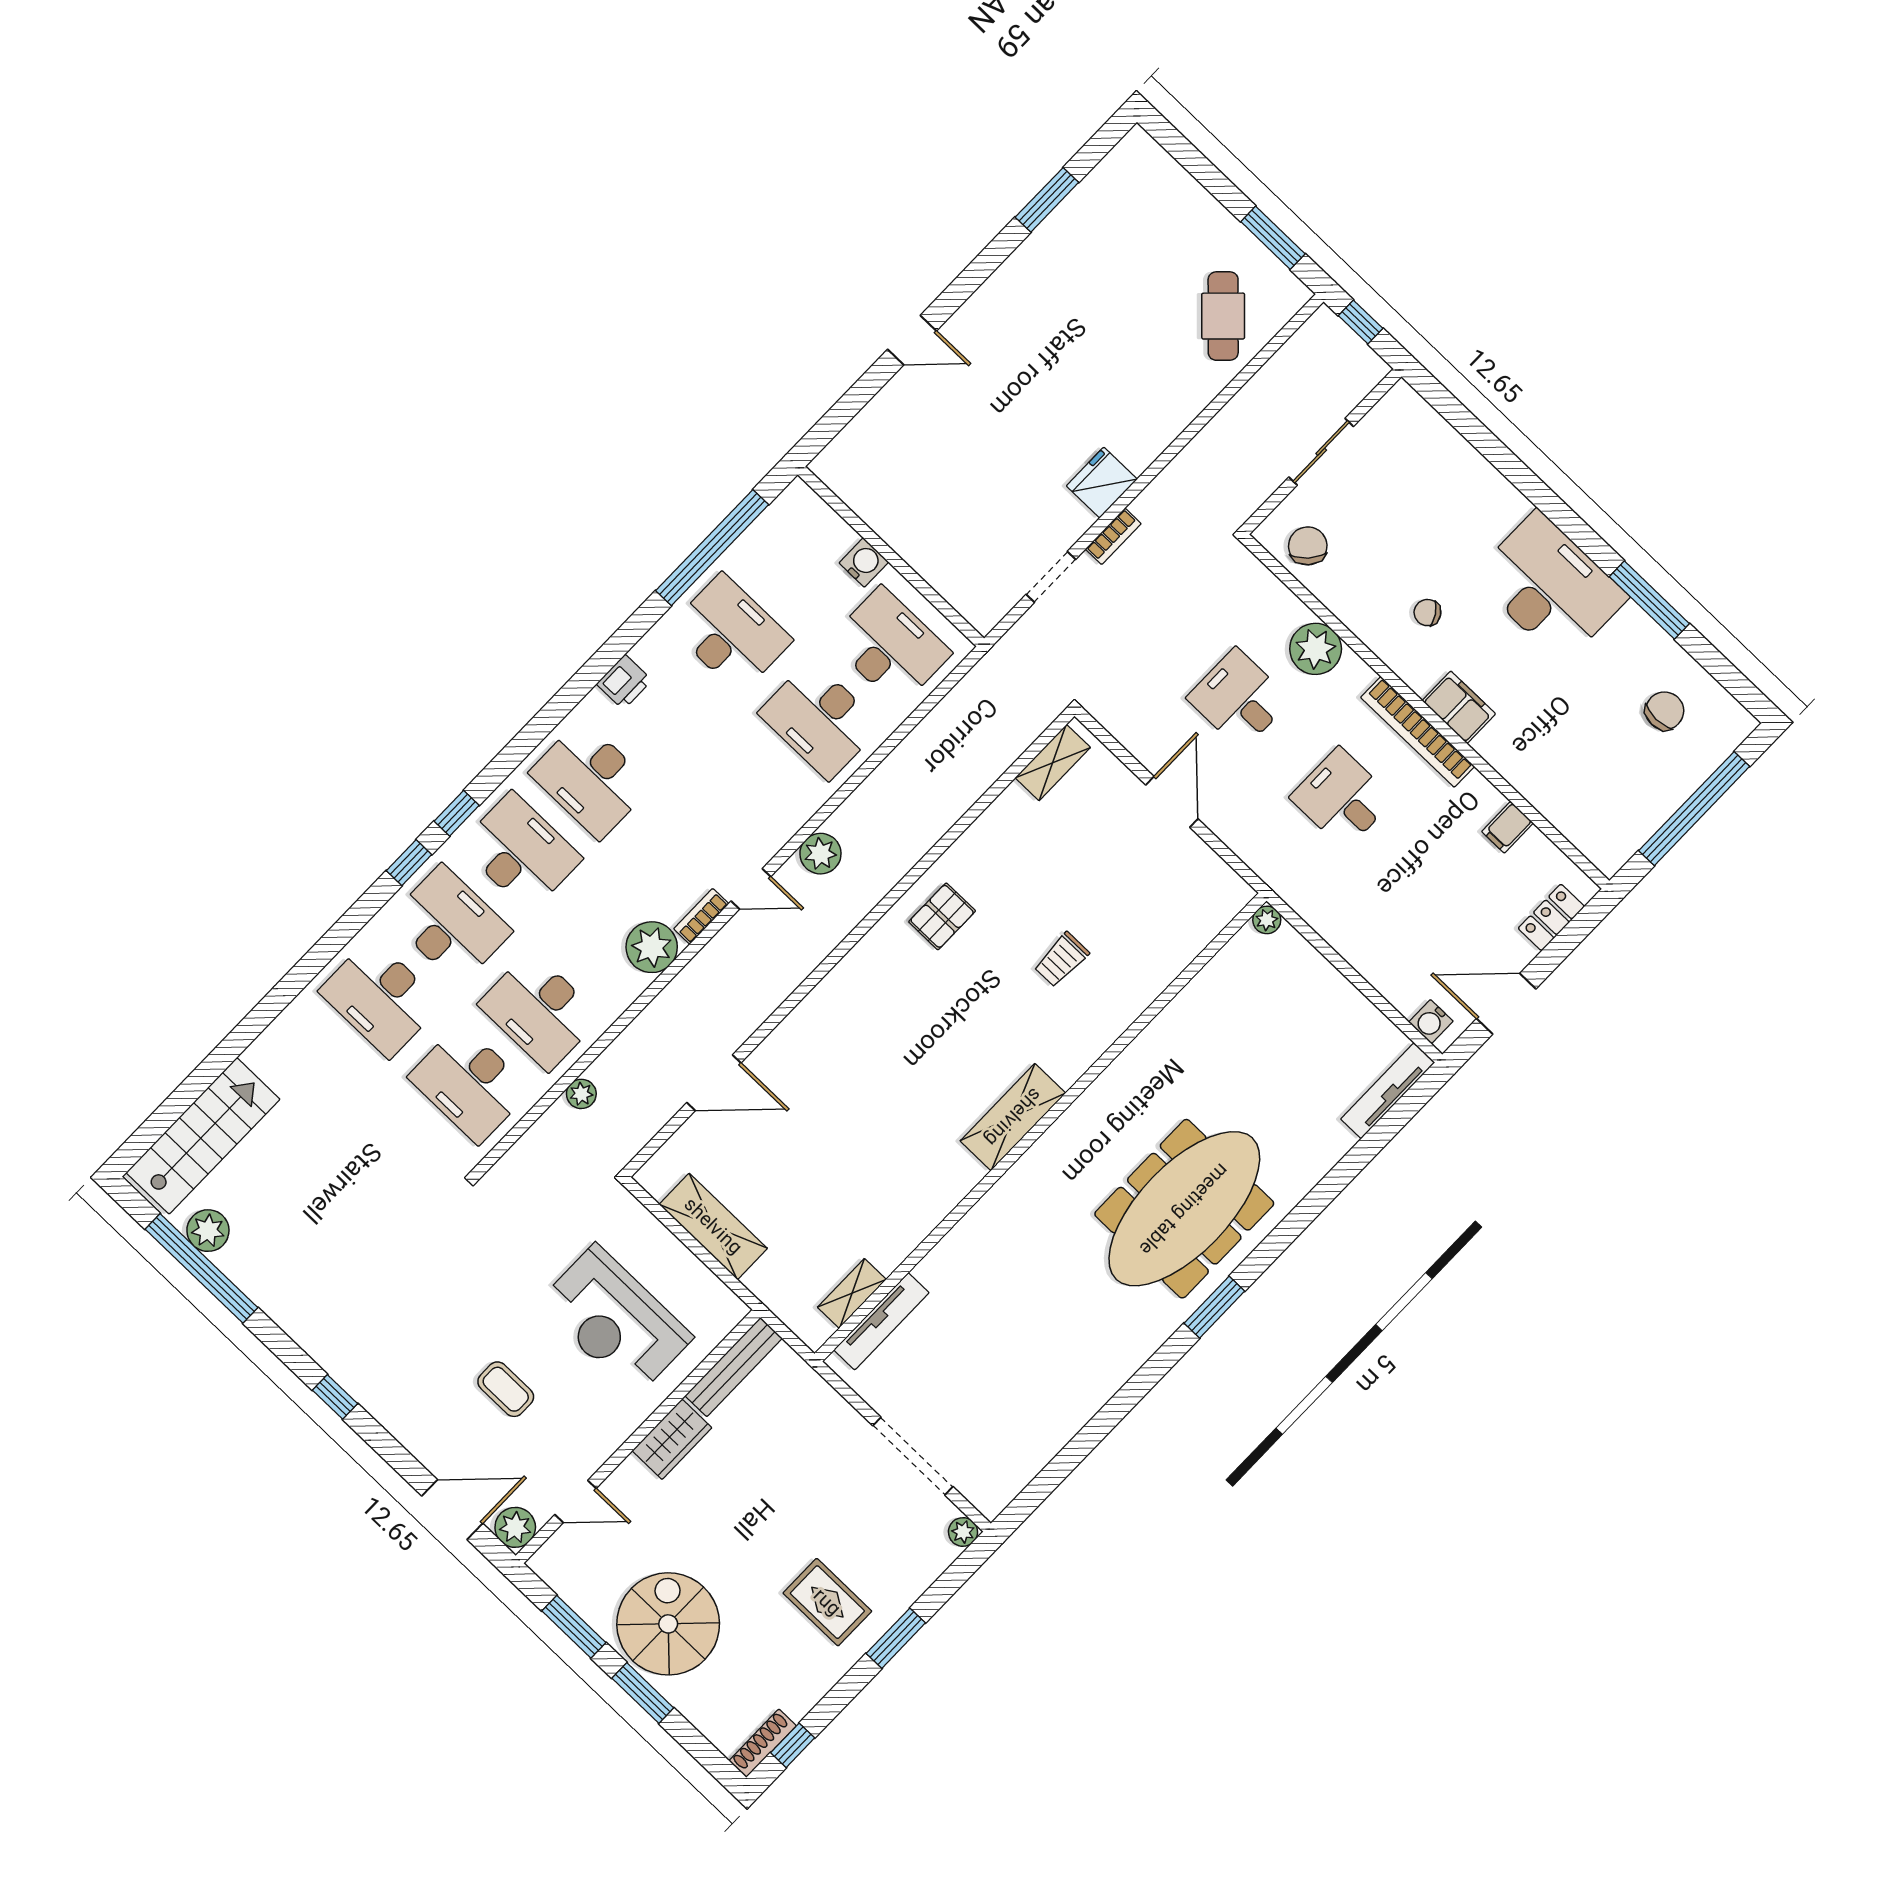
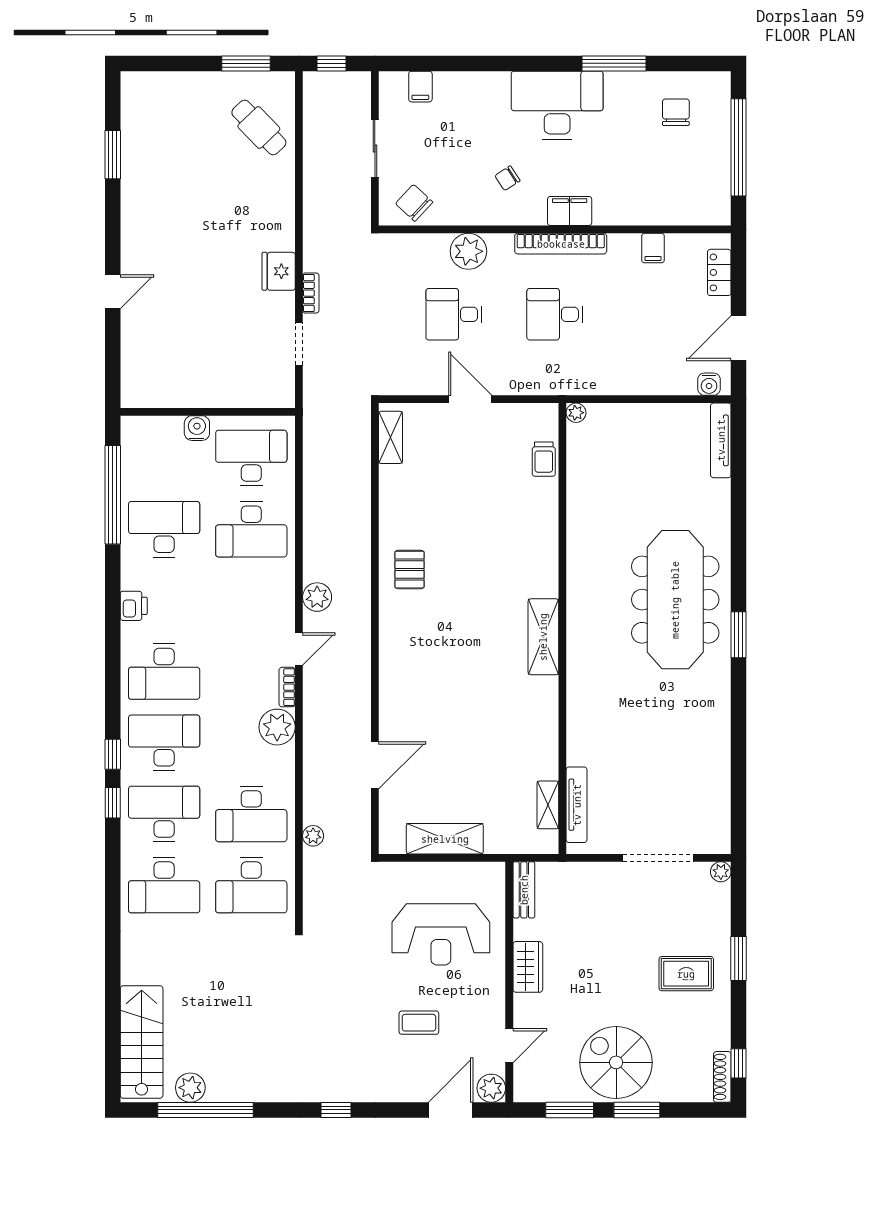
filing cabinet: (1429, 433) -> (420, 87), added
trolley: (1061, 960) -> (544, 459), moved
bench: (734, 1367) -> (524, 890), width x0.73

